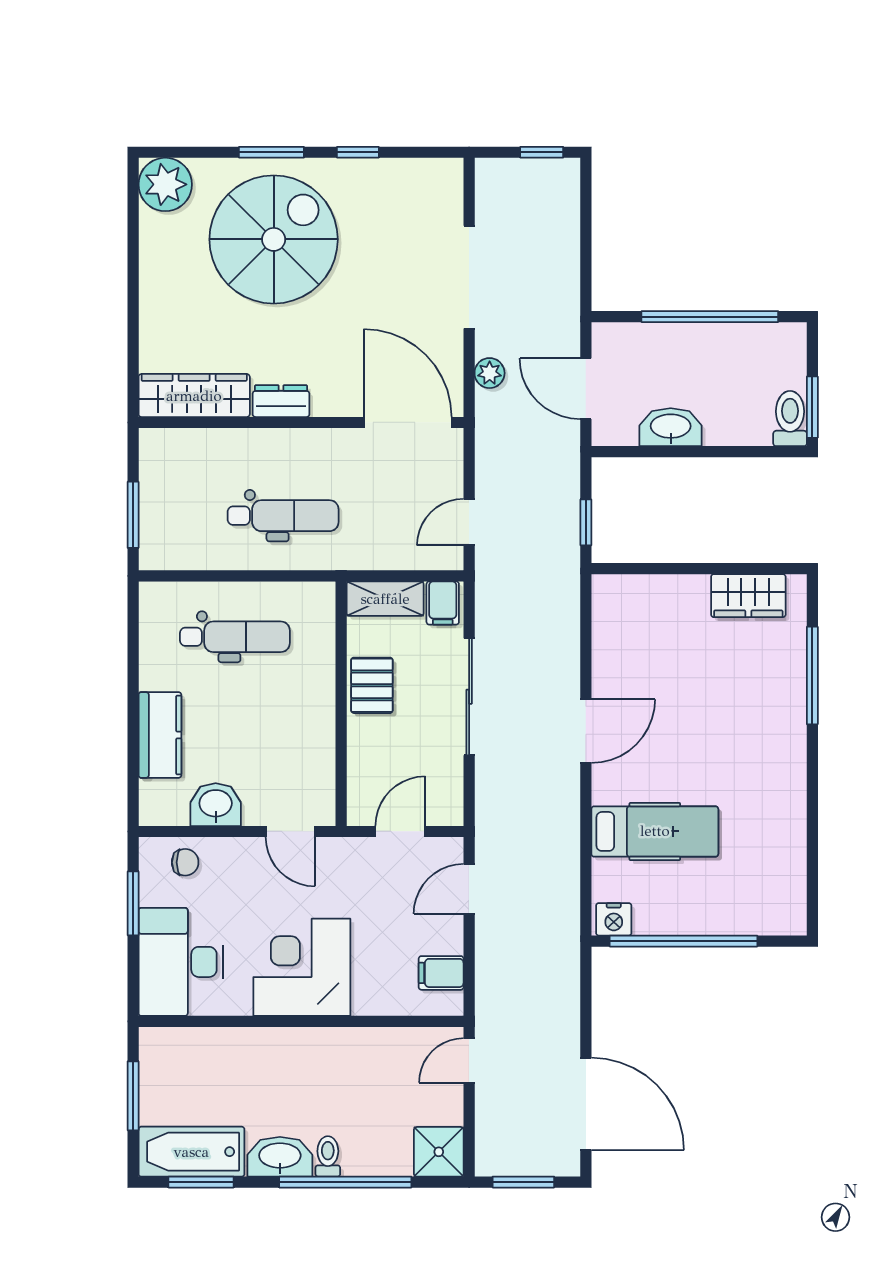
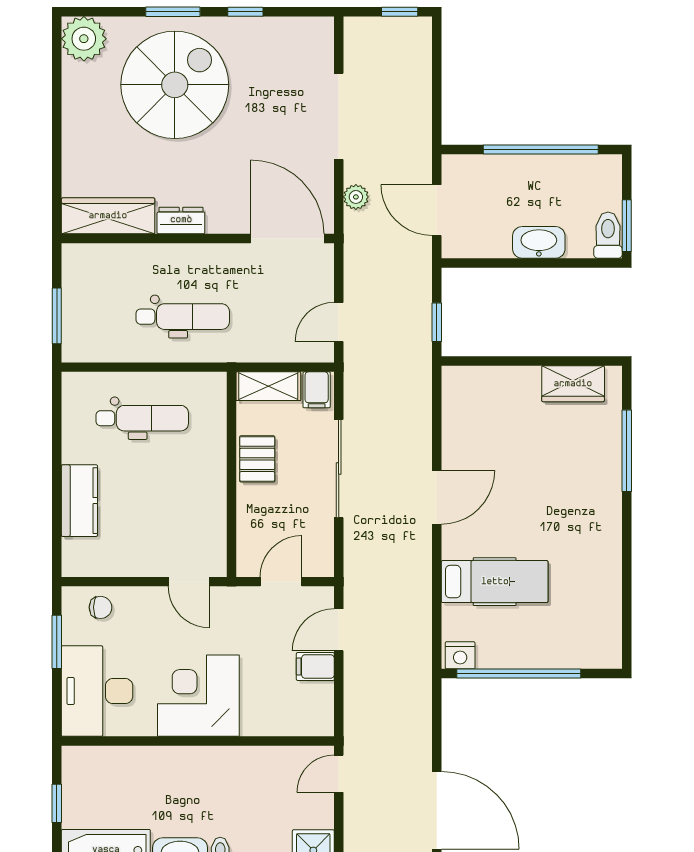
washbasin: (671, 427) -> (539, 242), moved
washbasin: (216, 805) -> (126, 559), removed
filing cabinet: (441, 973) -> (315, 666), moved
window: (133, 1096) -> (57, 803), width x0.67

